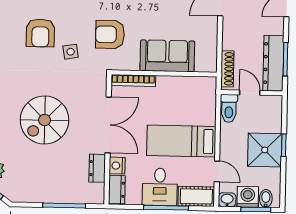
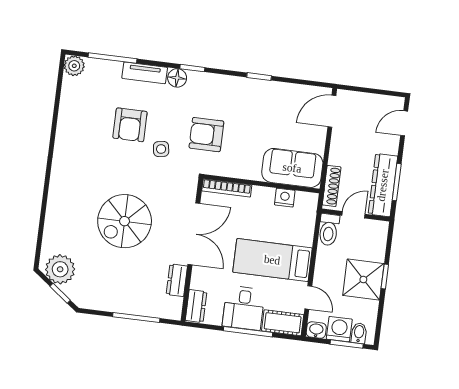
sofa: (167, 56) -> (292, 168), moved
door: (250, 93) -> (354, 215), hinge flipped
nightstand: (117, 166) -> (285, 198), moved, turned 90

